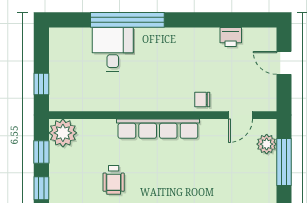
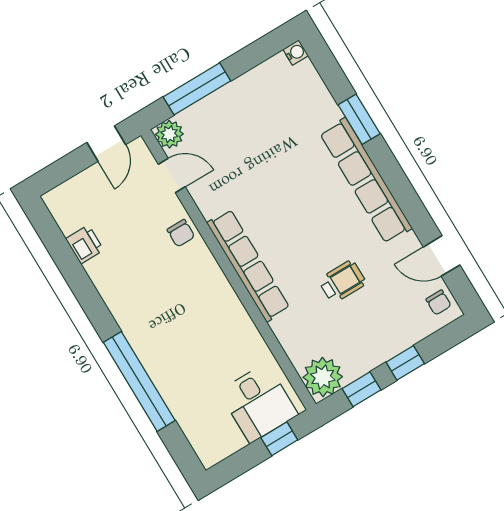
desk: (113, 49) -> (258, 403), moved, turned -90
door: (284, 63) -> (106, 144), moved
plant: (267, 144) -> (169, 134), moved

